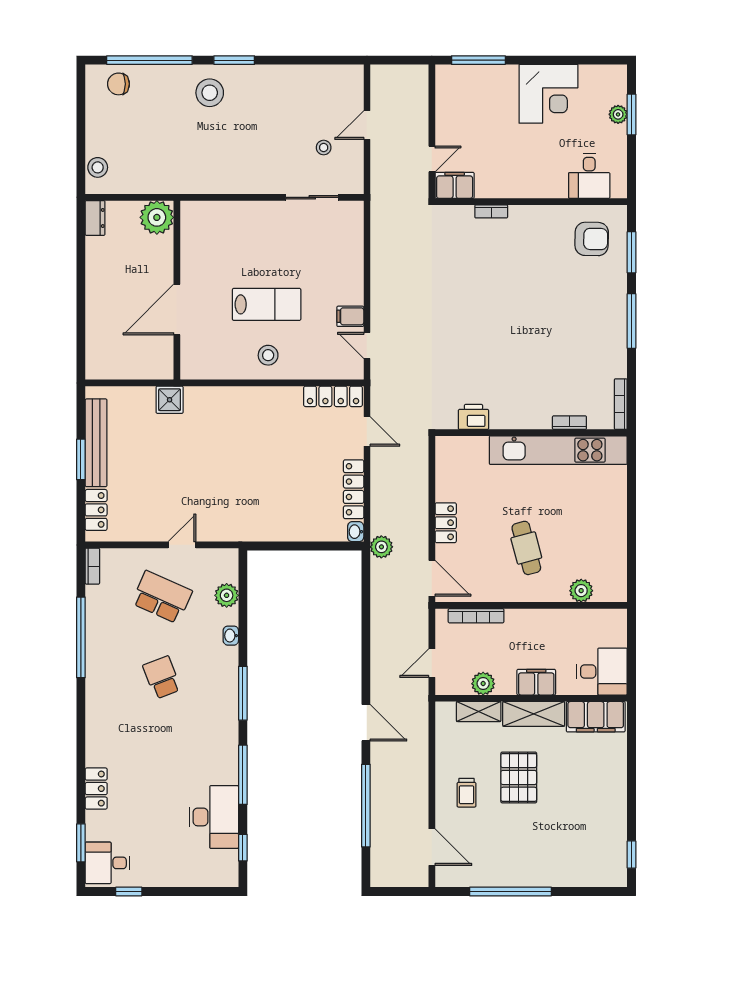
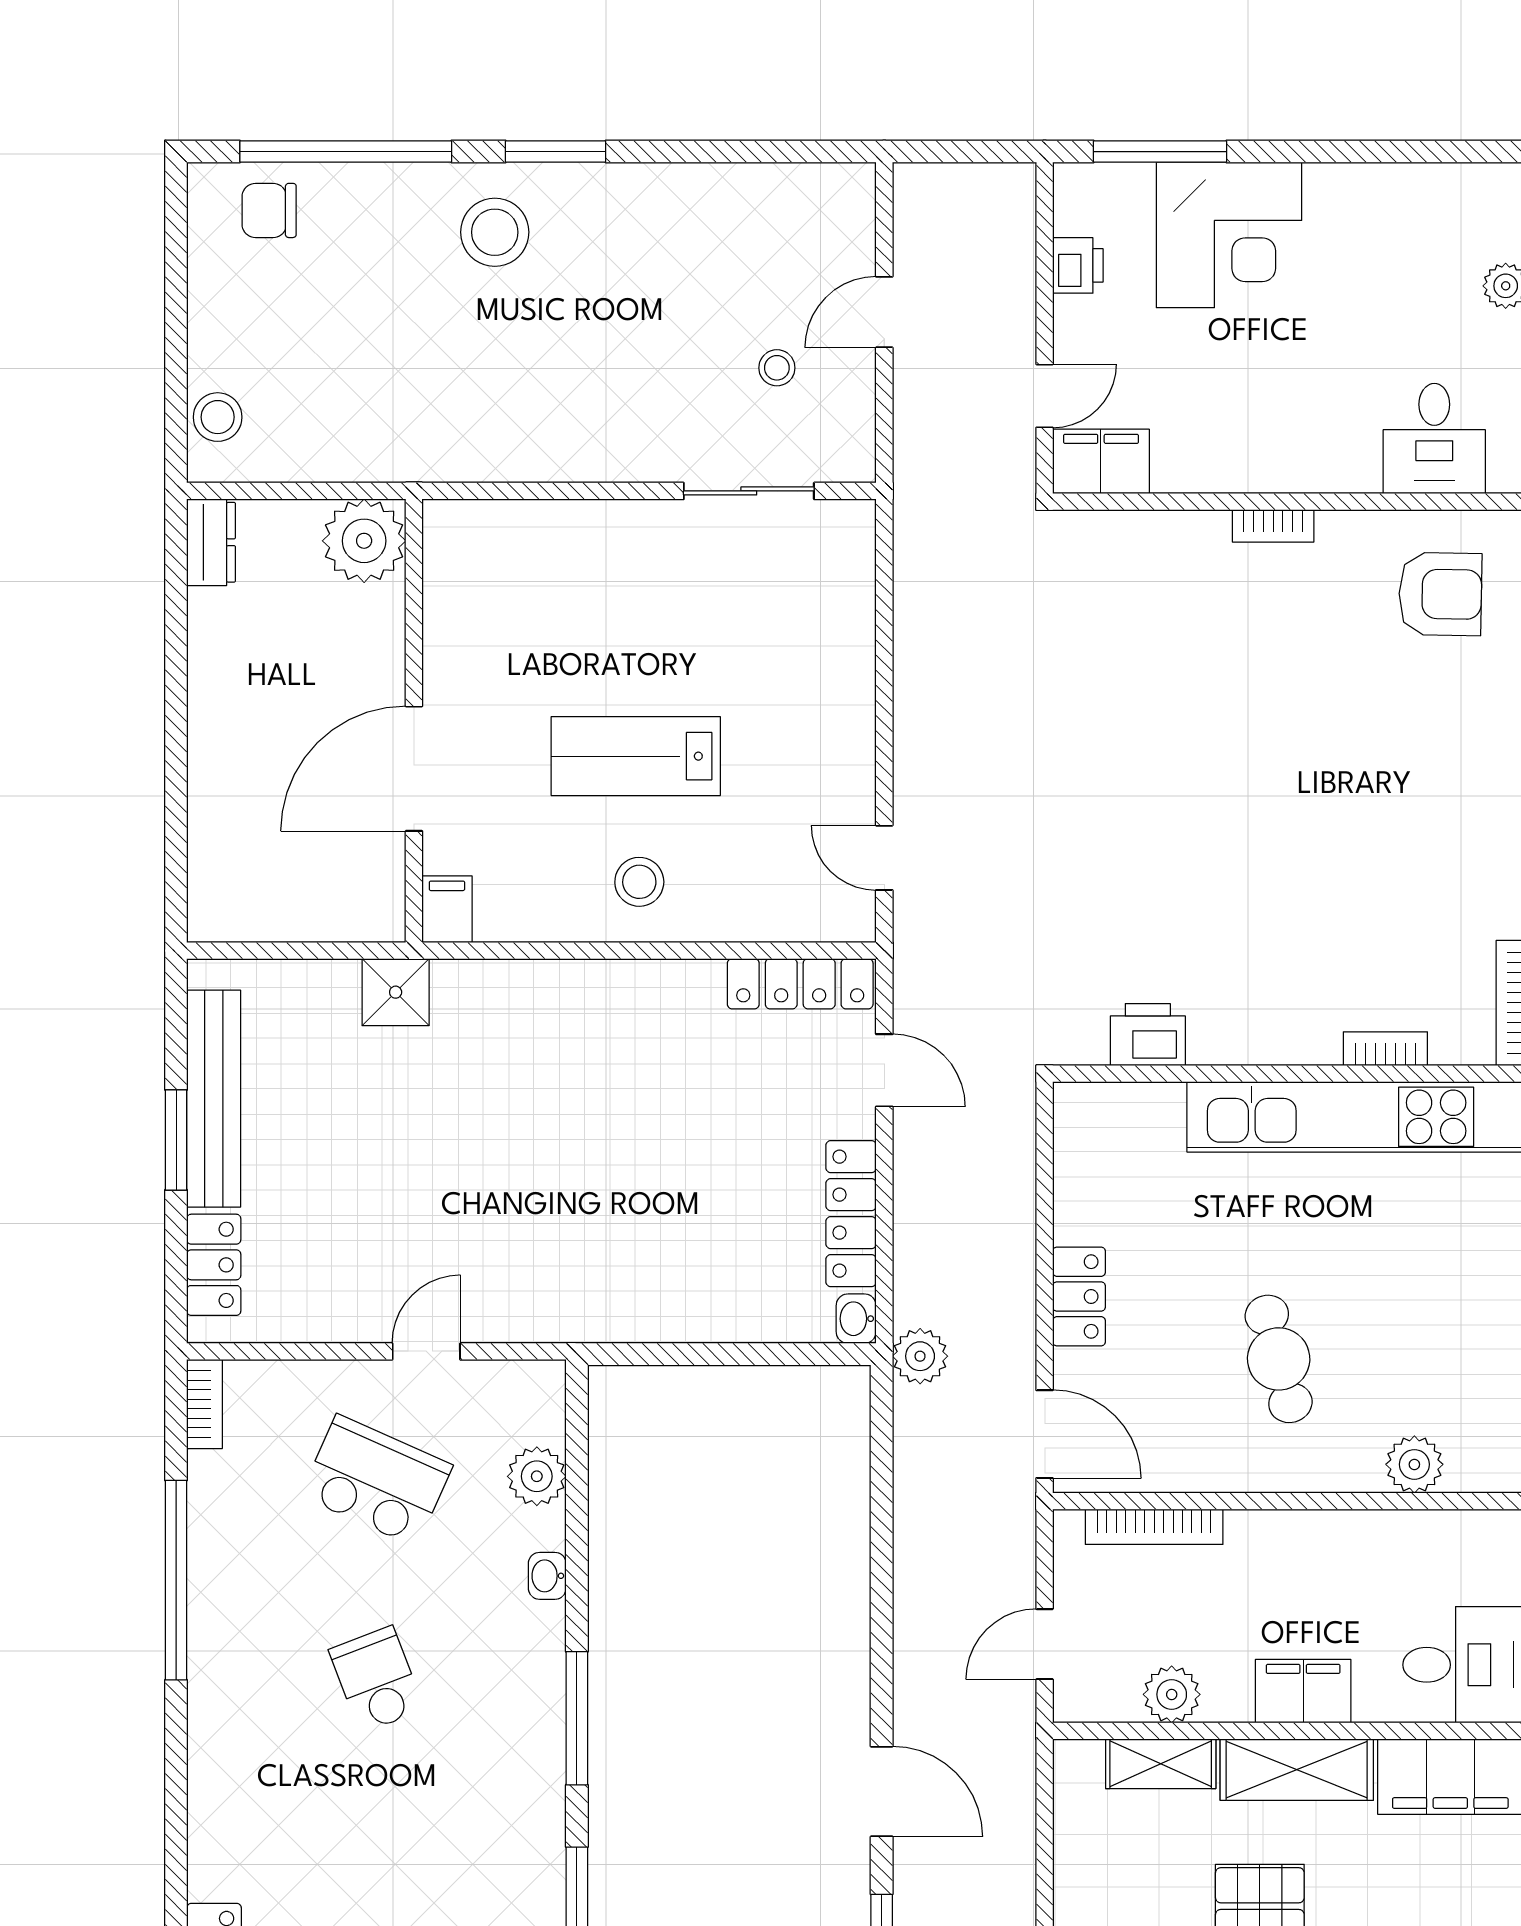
corner desk: (548, 94) -> (1229, 235), moved
printer: (445, 106) -> (1078, 265), added
bookcase: (491, 211) -> (1273, 526), moved
lab bench: (267, 304) -> (636, 756), turned 180
filing cabinet: (350, 316) -> (447, 909), moved, turned 90

